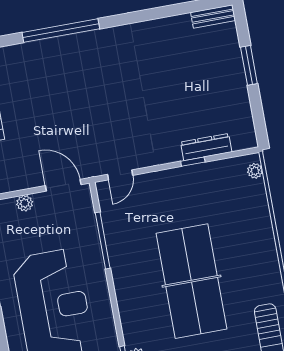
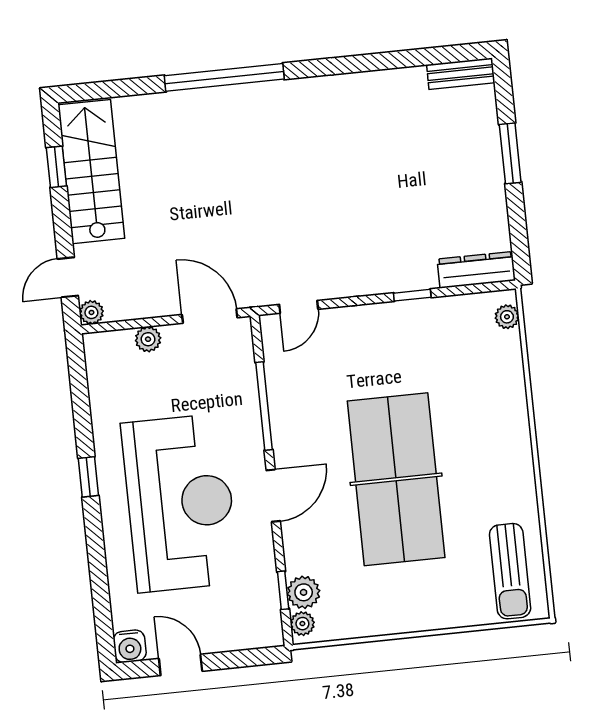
dresser: (206, 147) -> (476, 270), moved
door: (113, 298) -> (273, 496), added

